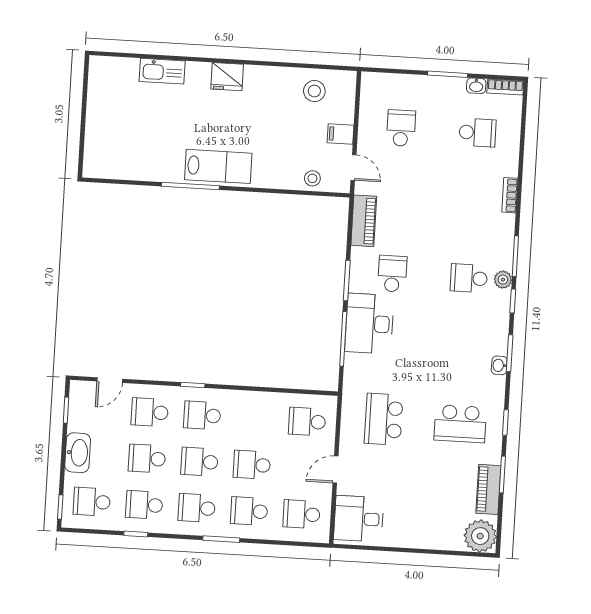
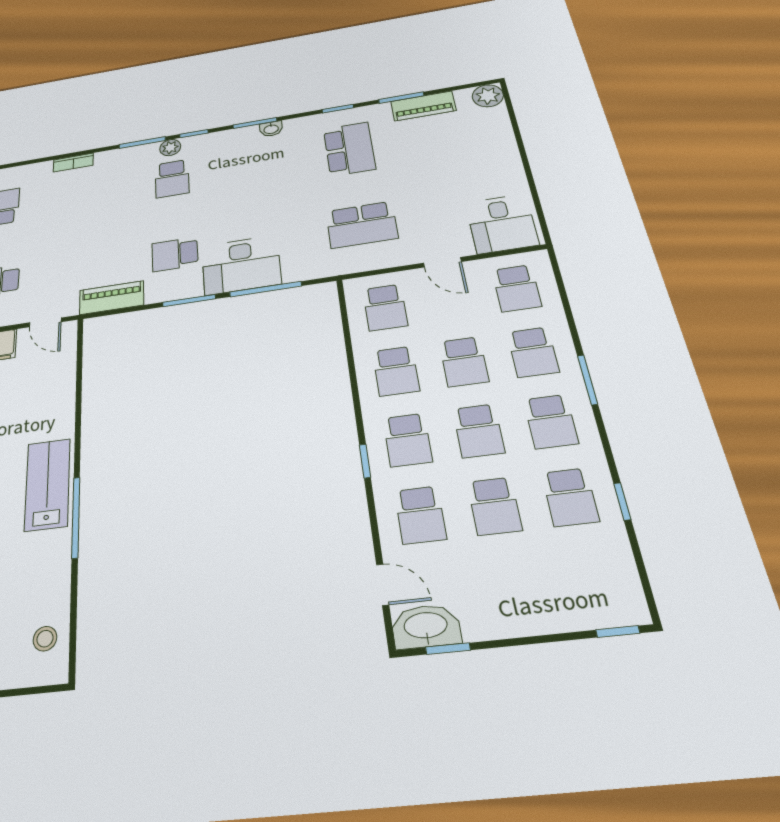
door: (353, 167) -> (45, 322), swing flipped
stool: (312, 178) -> (45, 639), moved
washbasin: (78, 453) -> (426, 626), moved
school desk: (92, 502) -> (396, 371), moved
plant: (480, 536) -> (488, 96), width x0.73, depth x0.73

